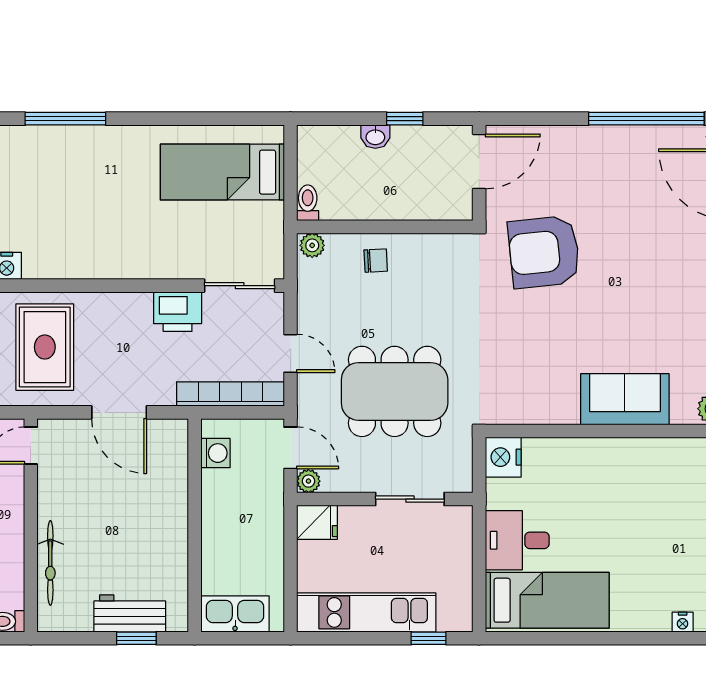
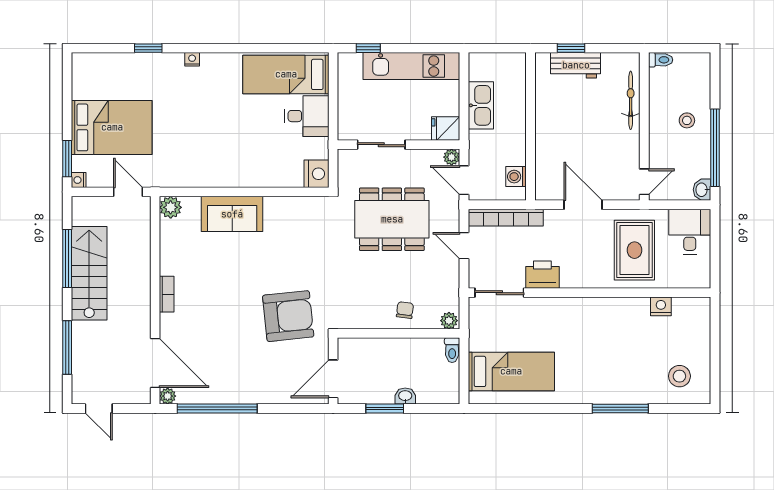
window: (405, 119) -> (385, 409), width x1.50
chair: (376, 261) -> (405, 310), turned 100
kitchen sink: (235, 614) -> (481, 105), moved, turned -90

